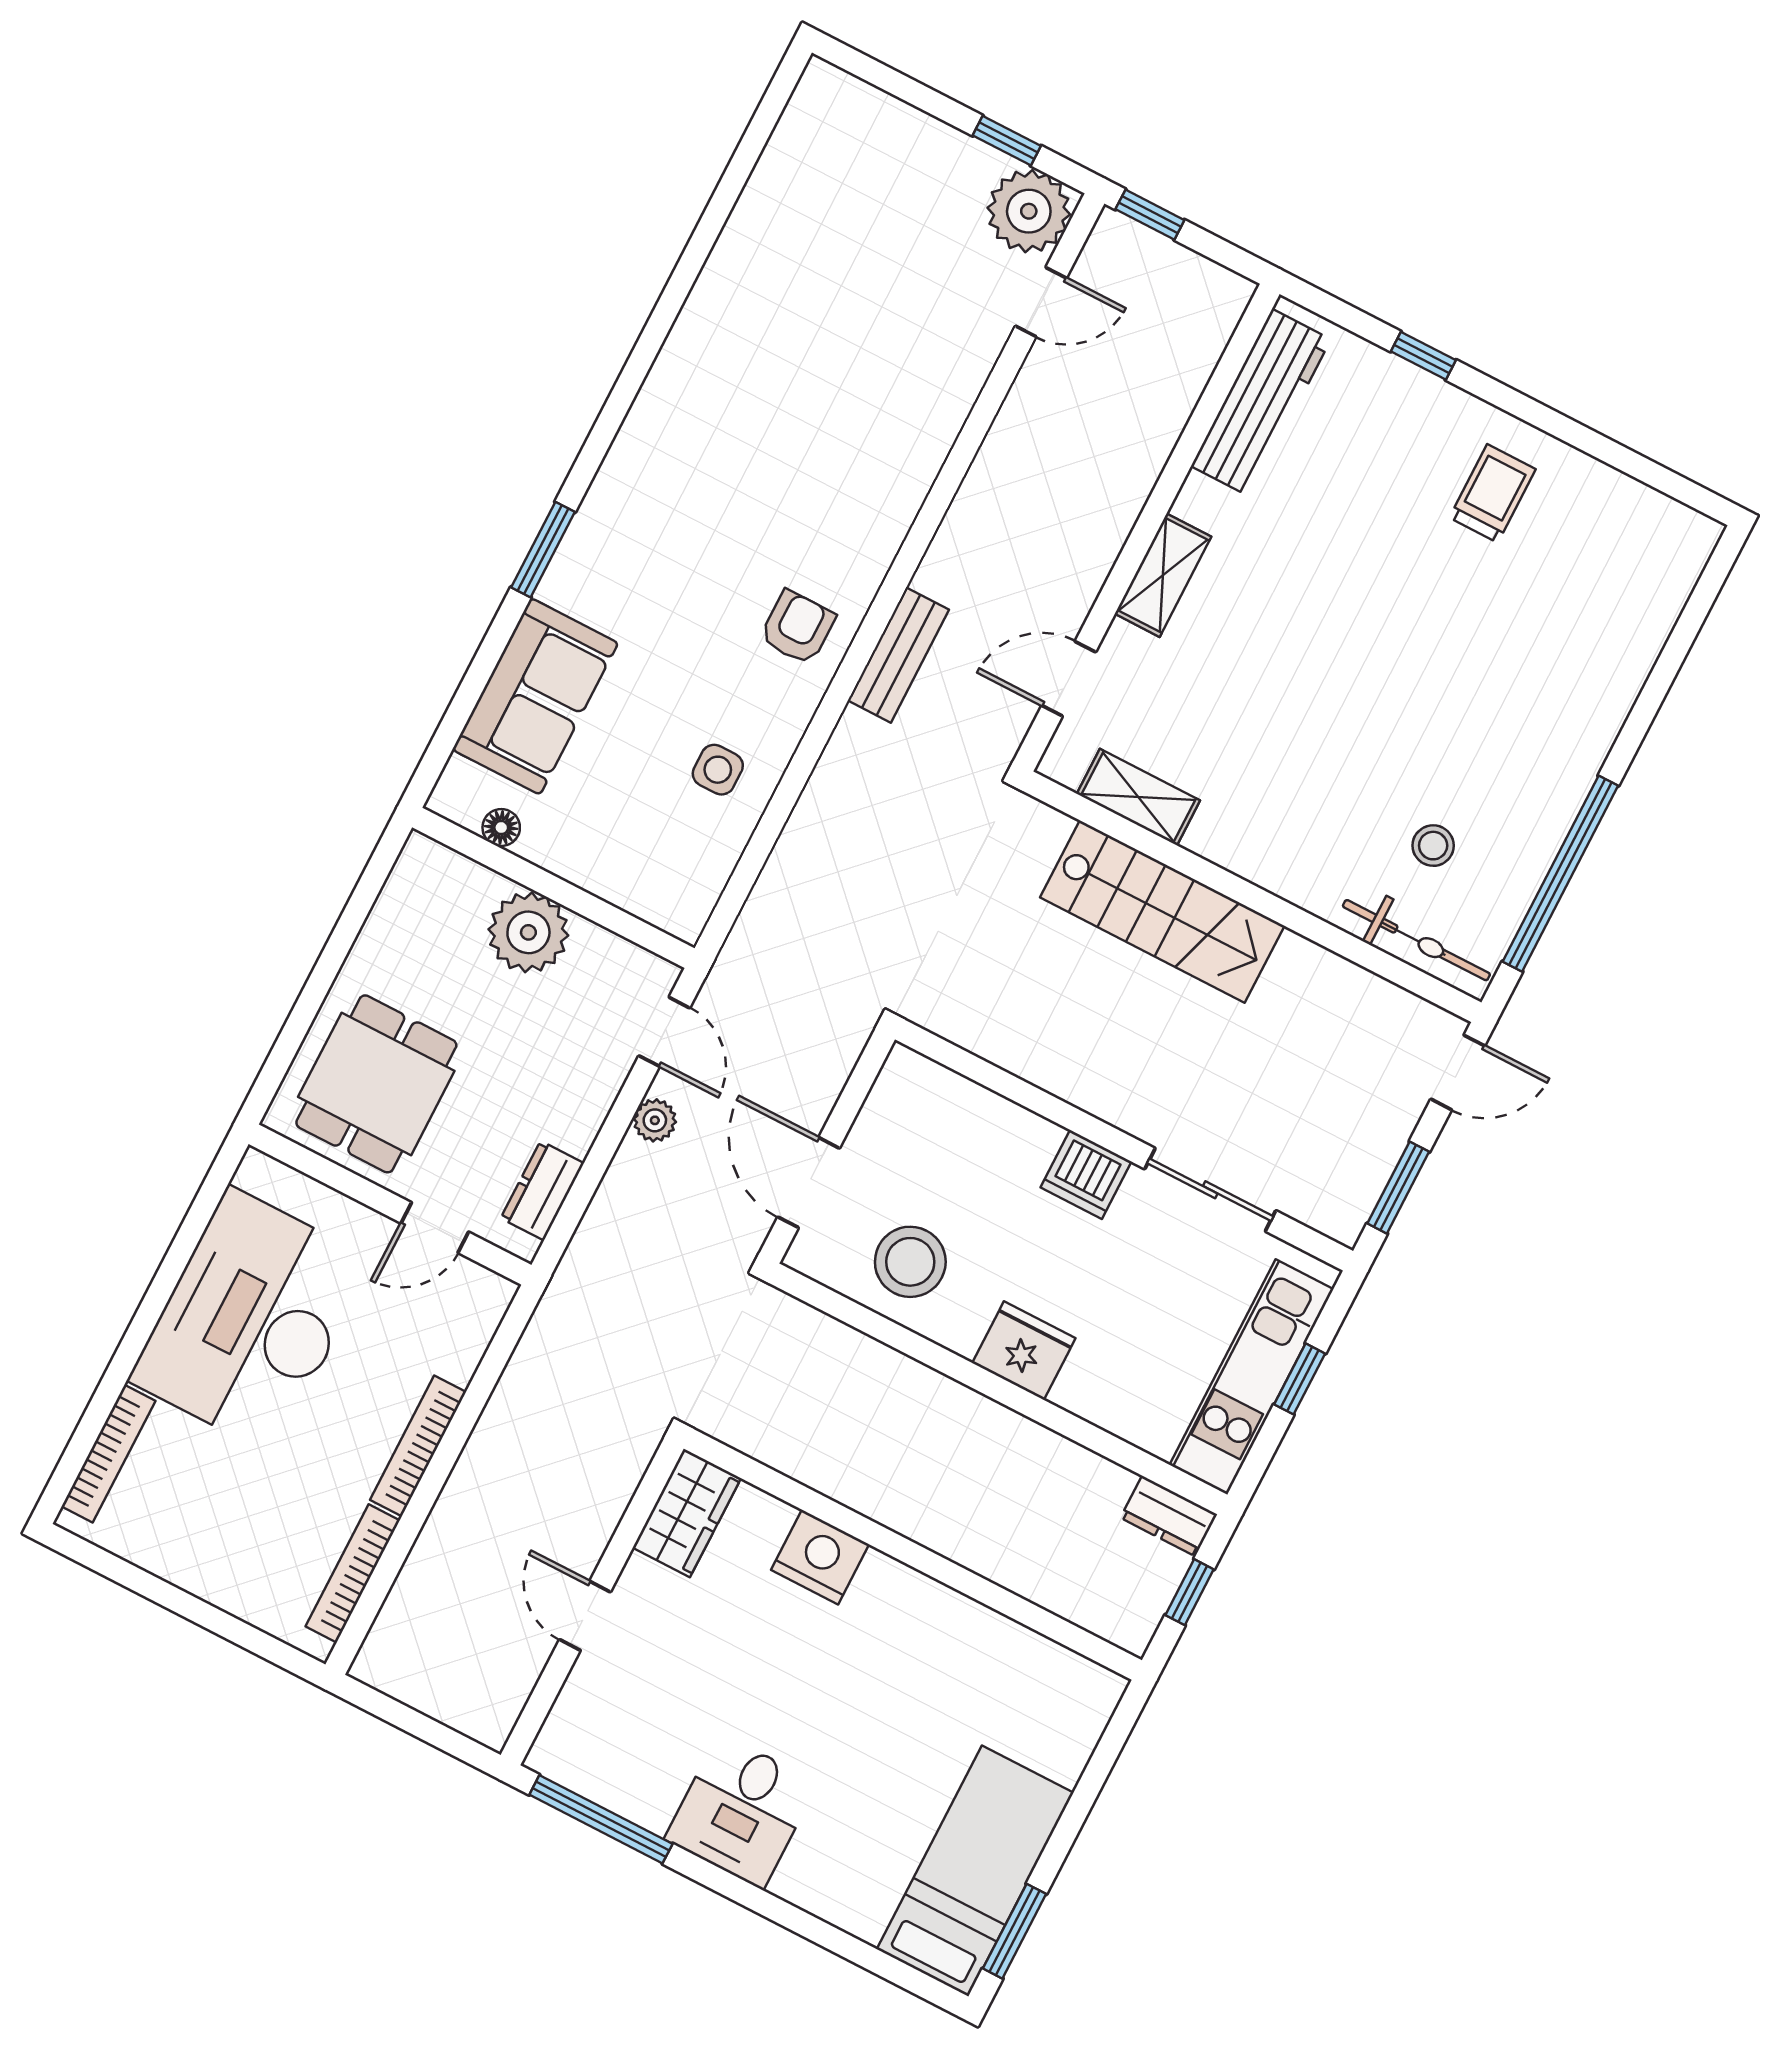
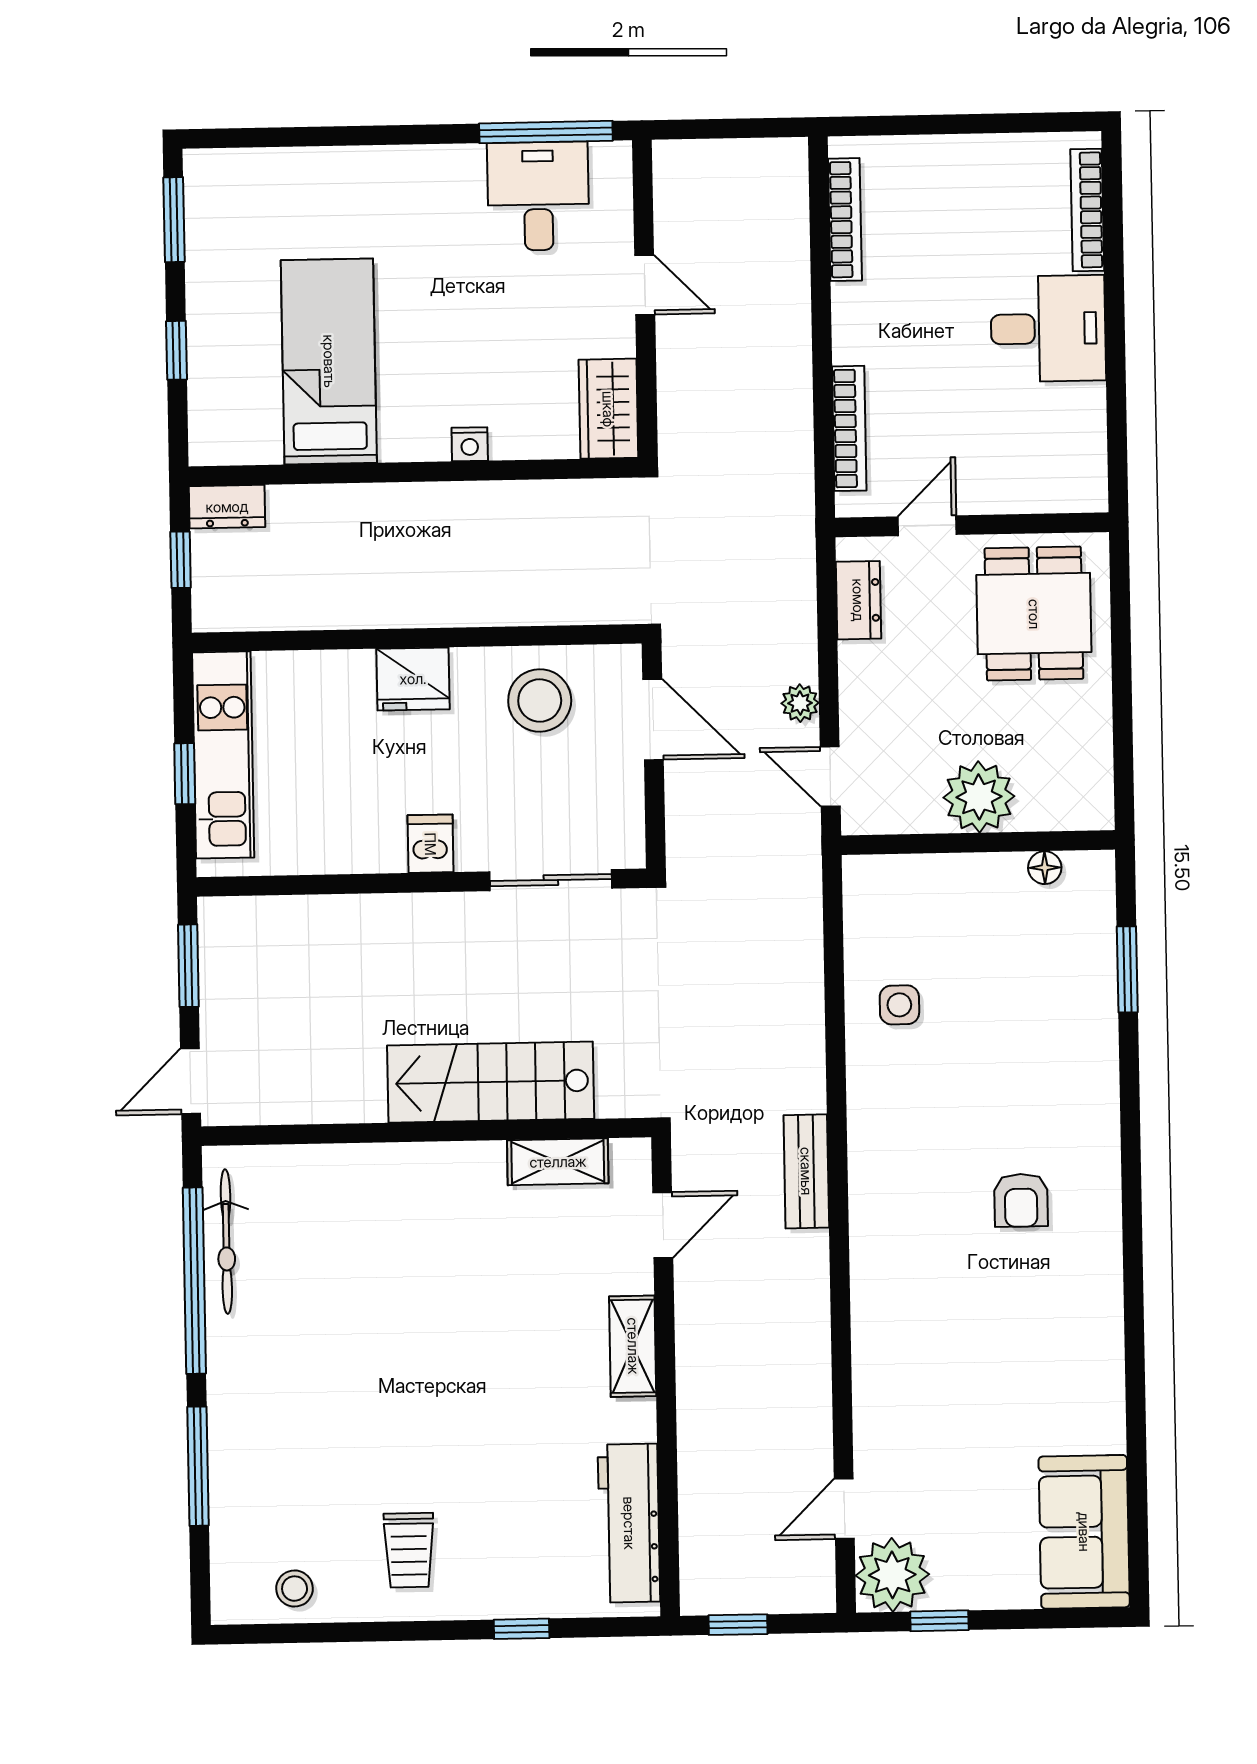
window: (1150, 215) -> (738, 1625), moved
window: (543, 550) -> (1127, 969), moved
armchair: (798, 627) -> (1021, 1200), moved
window: (1656, 689) -> (198, 1466), added
sofa: (535, 696) -> (1084, 1532), moved
stool: (1433, 846) -> (295, 1589), moved
bicycle: (1416, 940) -> (226, 1242), moved, turned -90
dishwasher: (1086, 1174) -> (430, 844), width x0.73
sliding door: (1210, 1190) -> (551, 880), moved
desk: (251, 1320) -> (1048, 329), width x0.53, depth x0.77
bookcase: (418, 1446) -> (849, 428), moved
dresser: (1169, 1516) -> (227, 507), moved, turned 180
nightstand: (820, 1557) -> (470, 444), width x0.53, depth x0.56
window: (1082, 1801) -> (177, 350), added
desk: (741, 1811) -> (538, 196), moved
bed: (975, 1871) -> (329, 361), moved, turned 180

